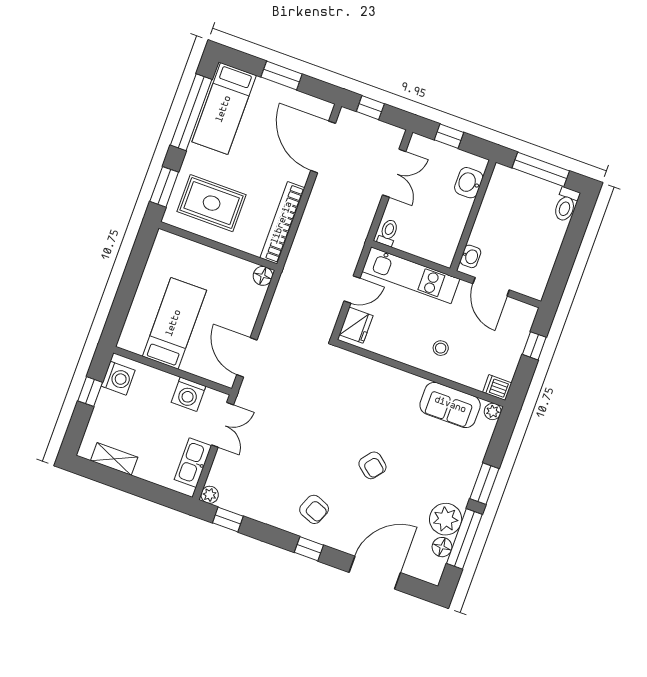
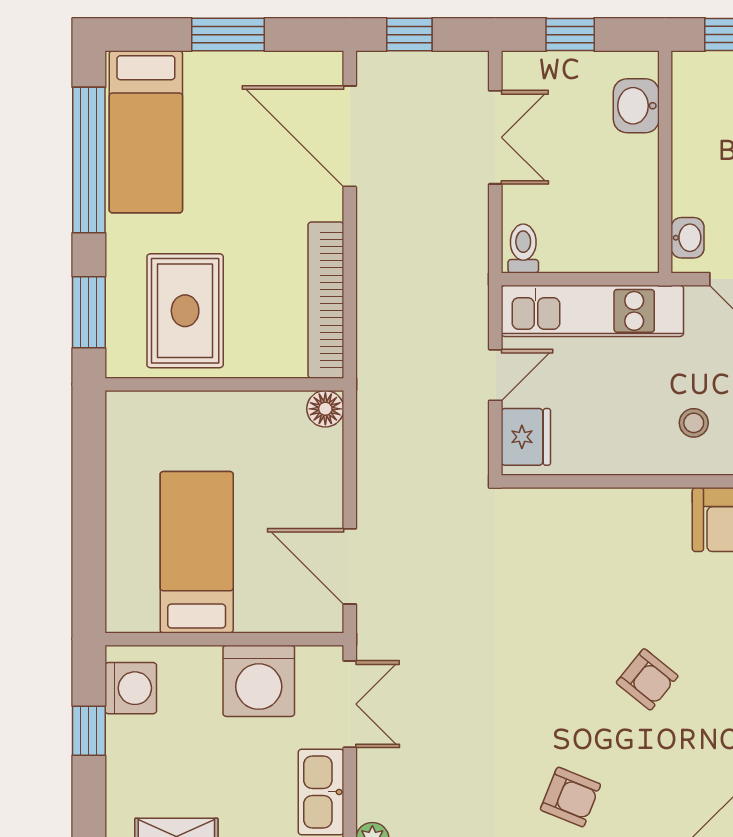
rug: (212, 203) -> (185, 311), turned 90
washing machine: (188, 394) -> (259, 681), width x1.37, depth x1.37

